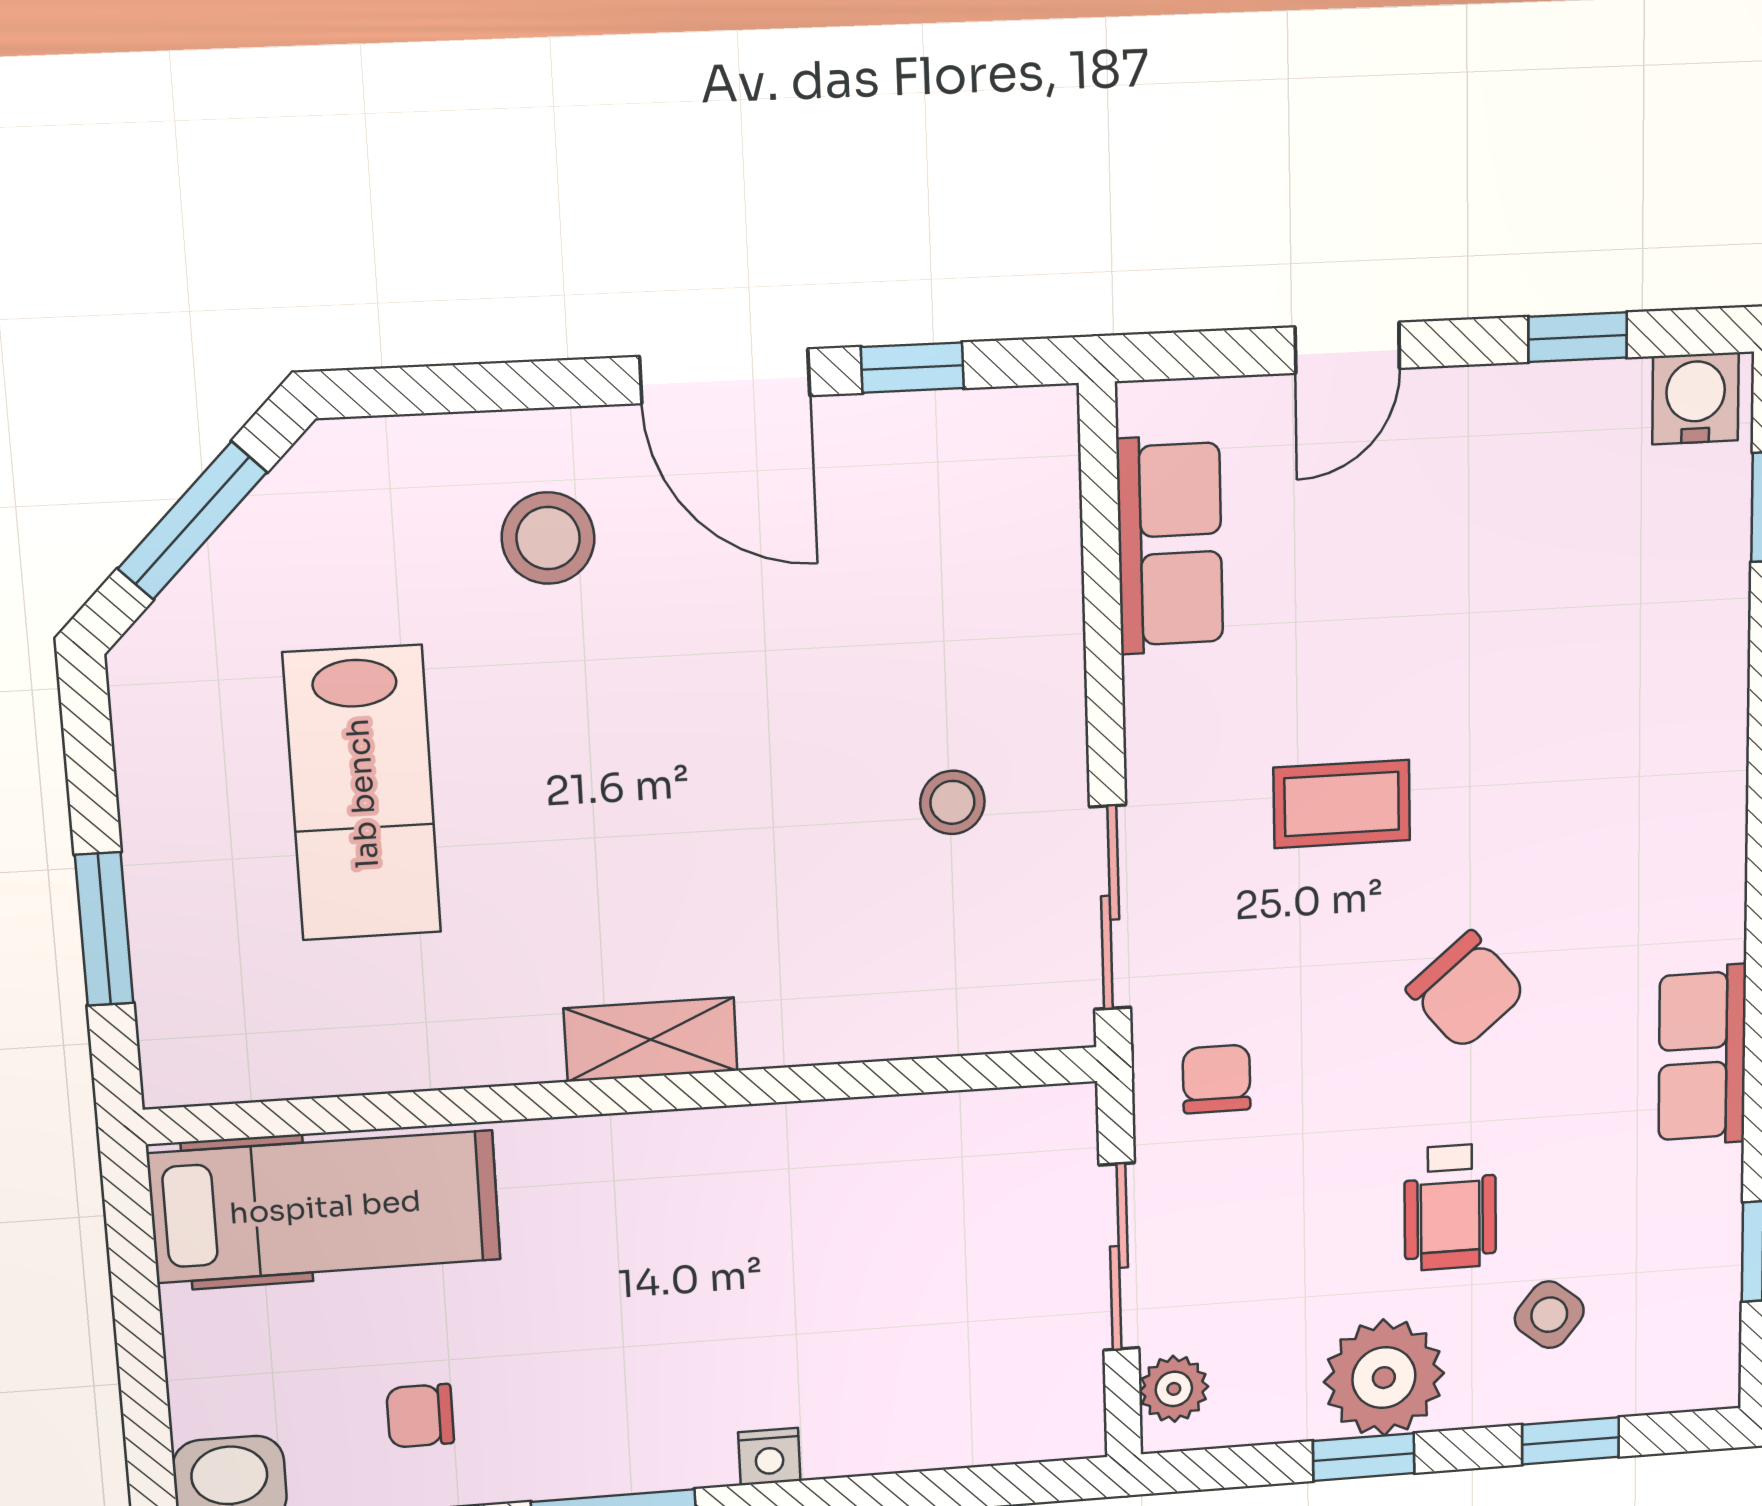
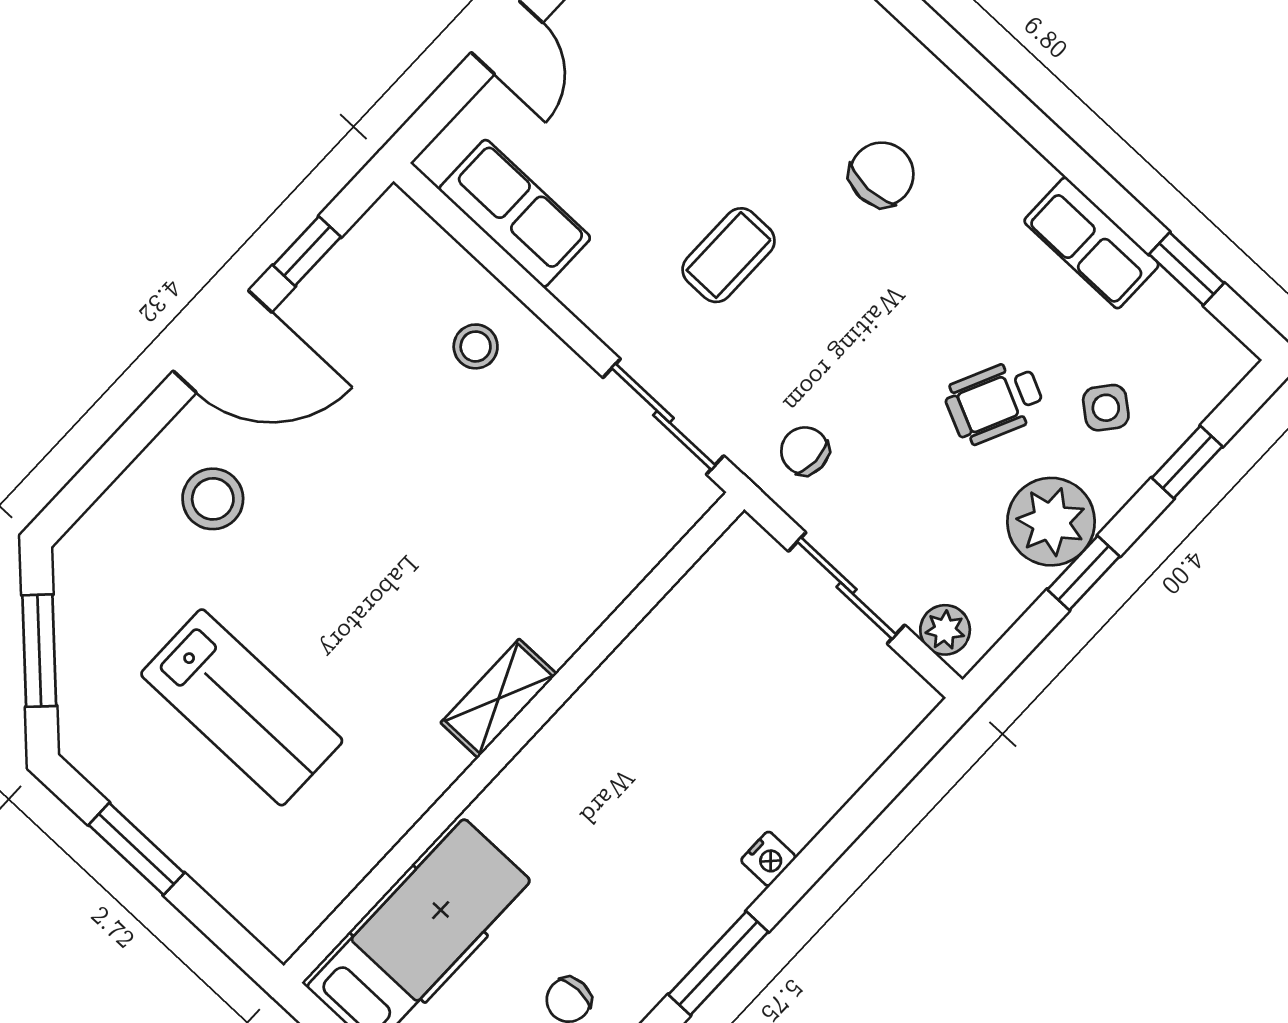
stool: (952, 802) -> (476, 346), moved
window: (104, 929) -> (136, 849), moved
chair: (1466, 990) -> (882, 174), moved, turned -50
row of seats: (1702, 1056) -> (1091, 243), moved
wheelchair: (1450, 1207) -> (995, 402), turned 115

